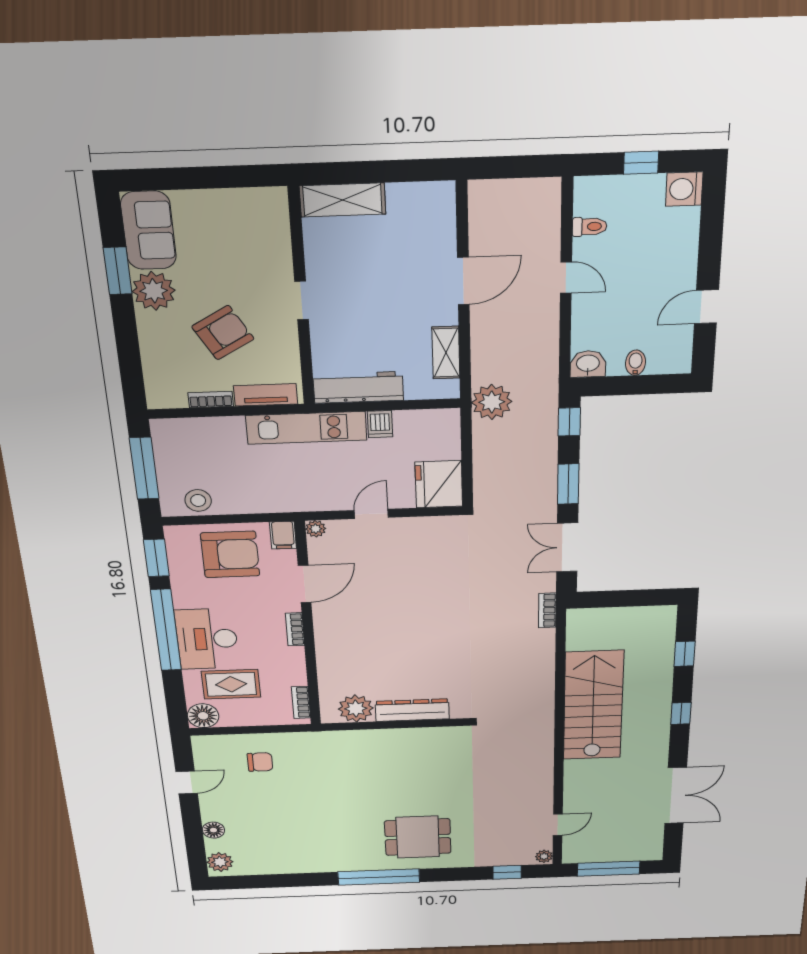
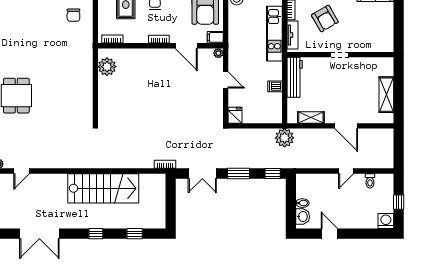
shelving: (343, 200) -> (386, 95), moved
washbasin: (588, 364) -> (303, 217), moved
kitchen unit: (306, 428) -> (274, 34), moved
fridge: (439, 484) -> (235, 115), width x0.53, depth x0.75
double door: (567, 547) -> (202, 174), swing flipped
dresser: (412, 710) -> (105, 95), removed
door: (558, 825) -> (22, 171), hinge flipped

